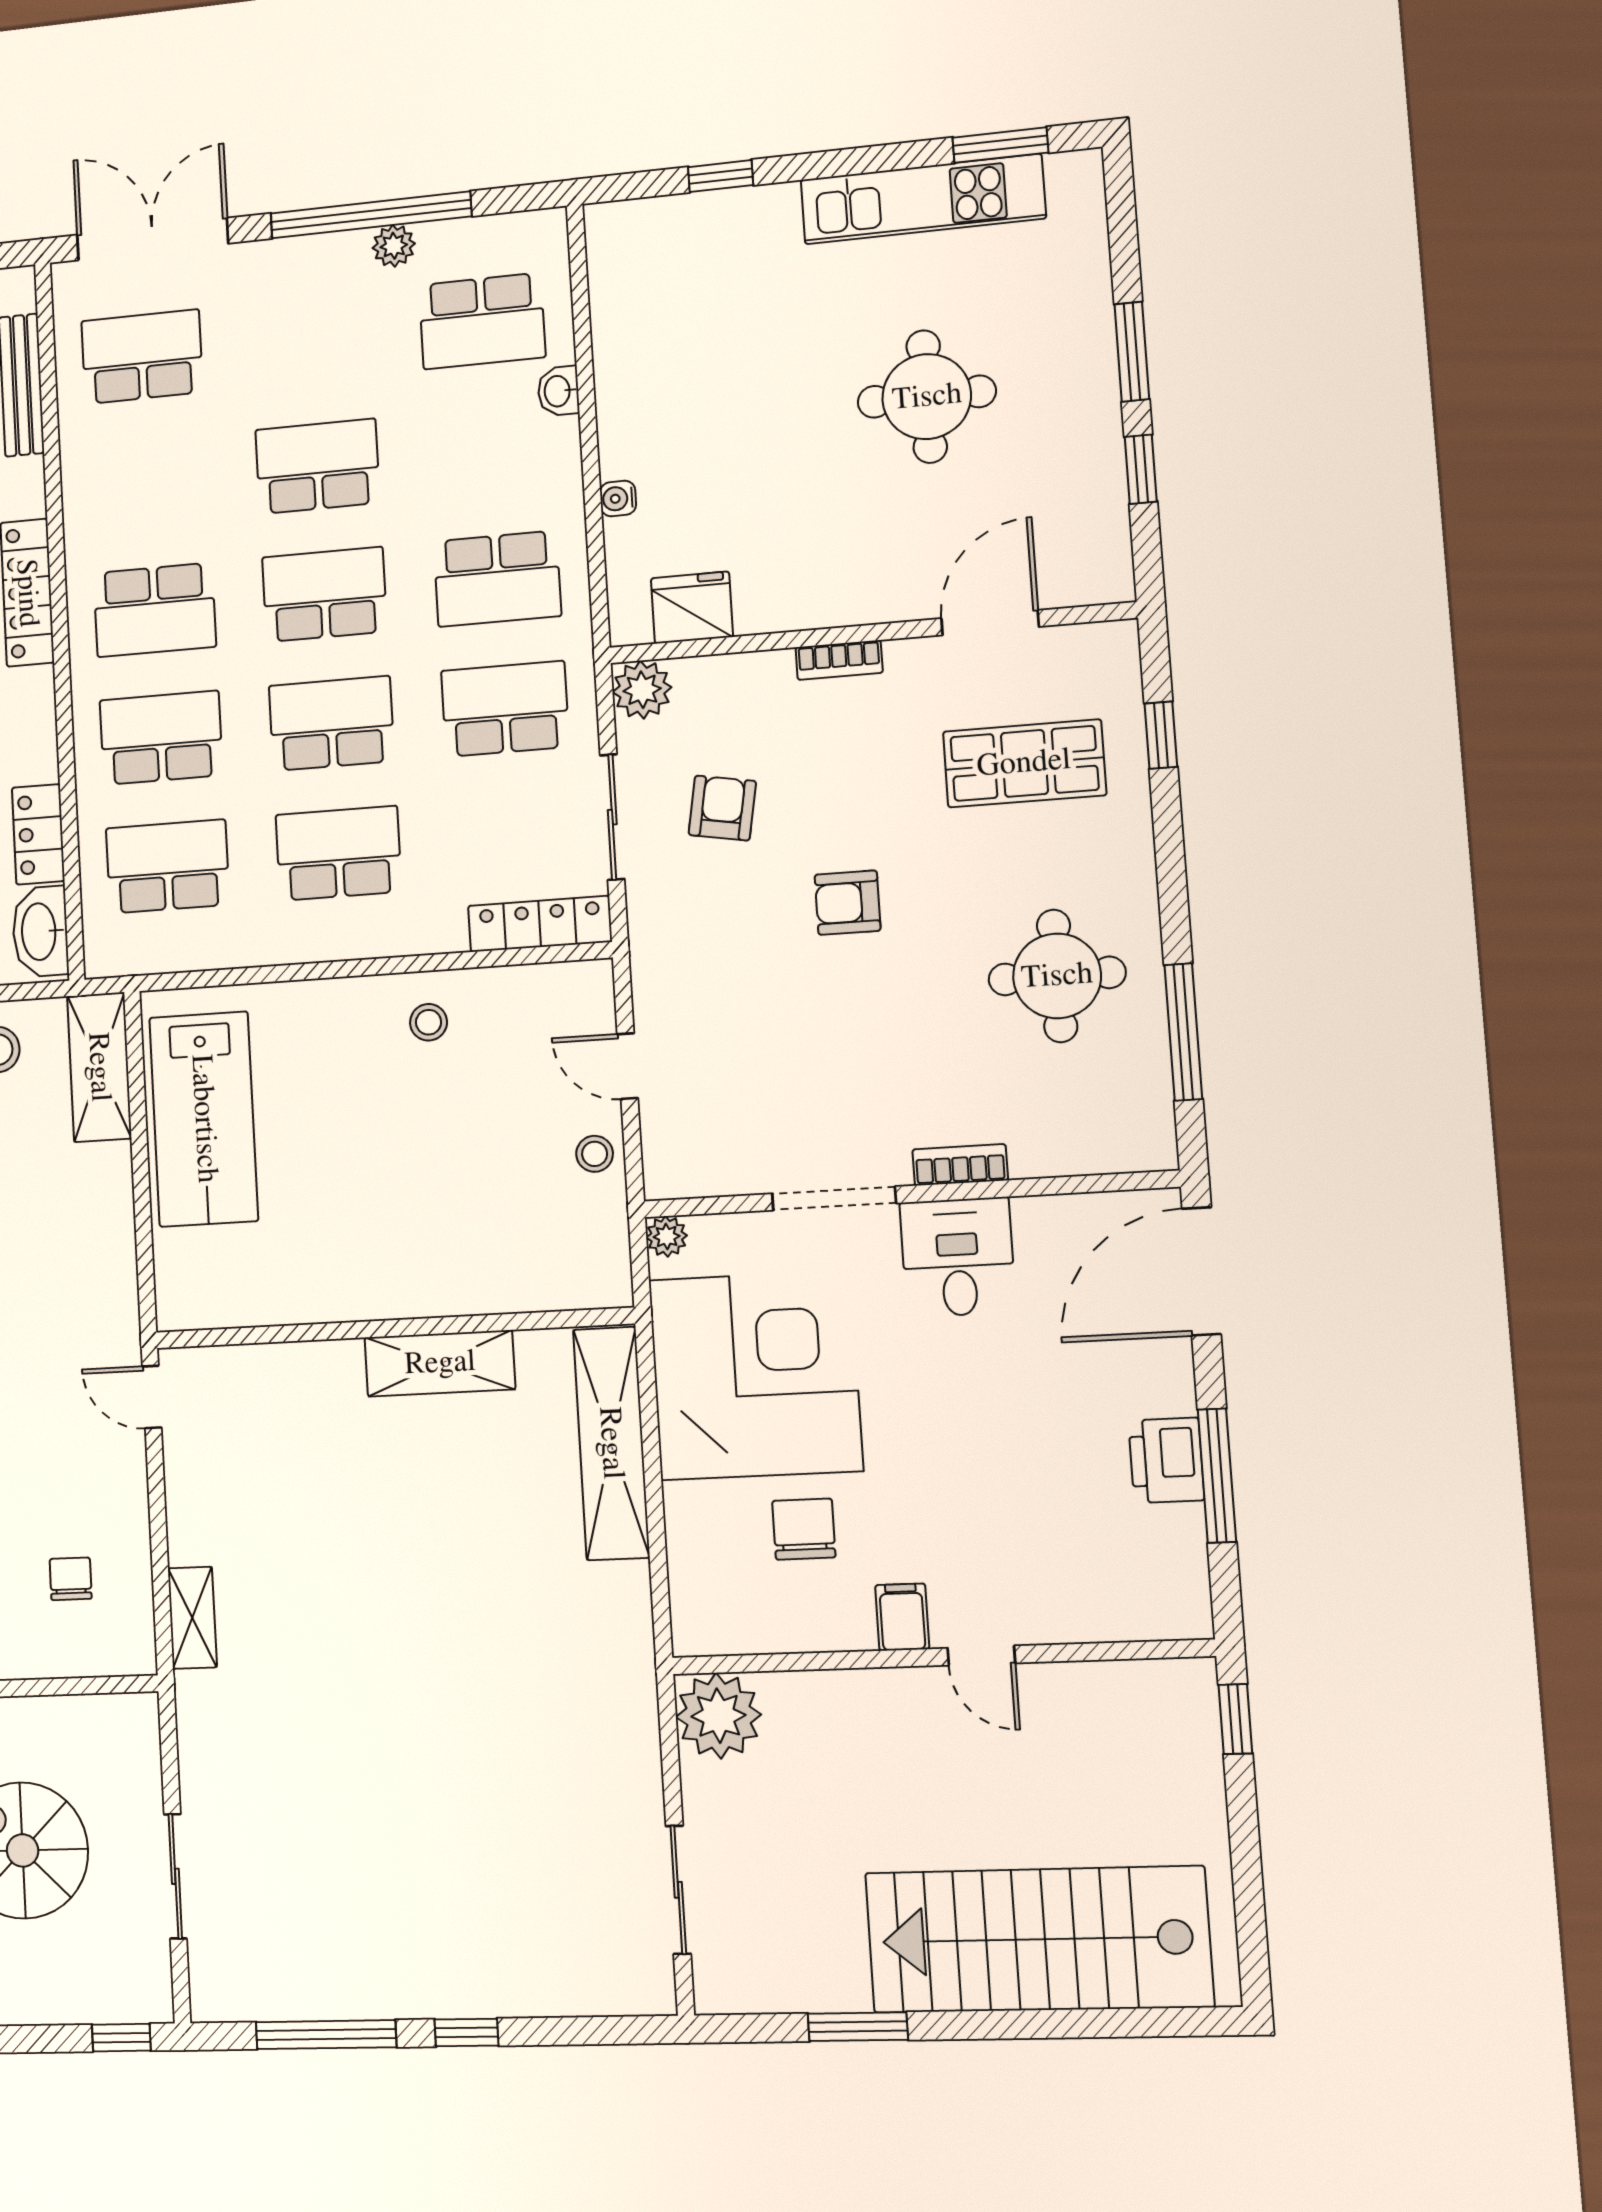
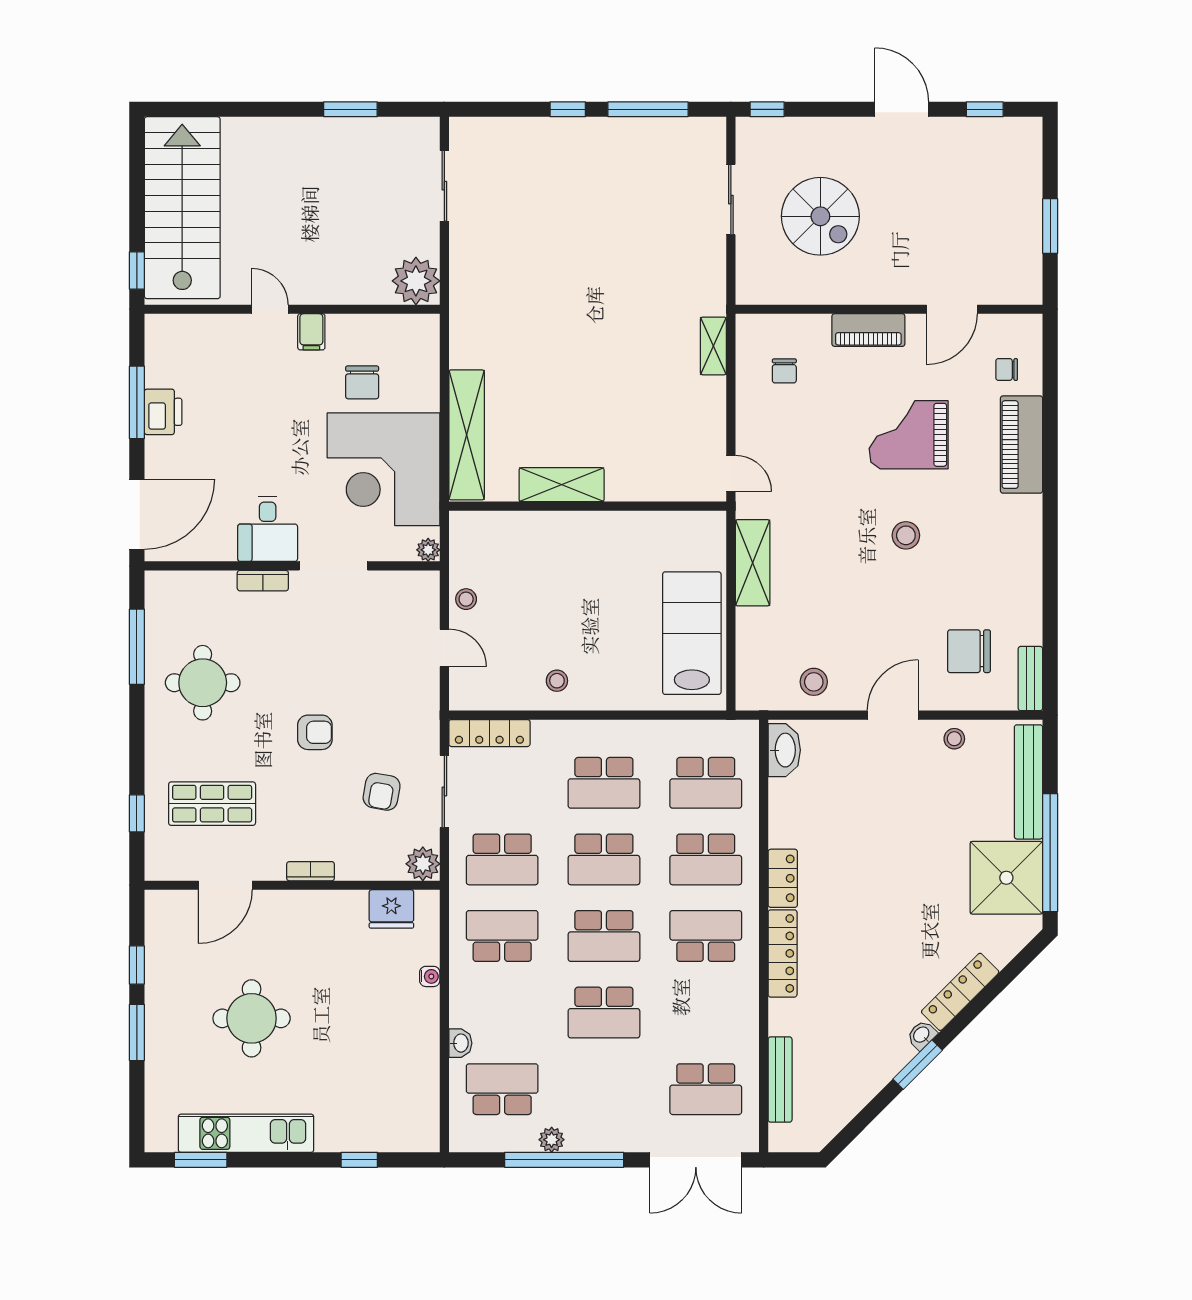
locker: (38, 834) -> (783, 878), moved
shelving: (99, 1067) -> (753, 563), moved
stairs: (1038, 1940) -> (182, 208), moved, turned -90

